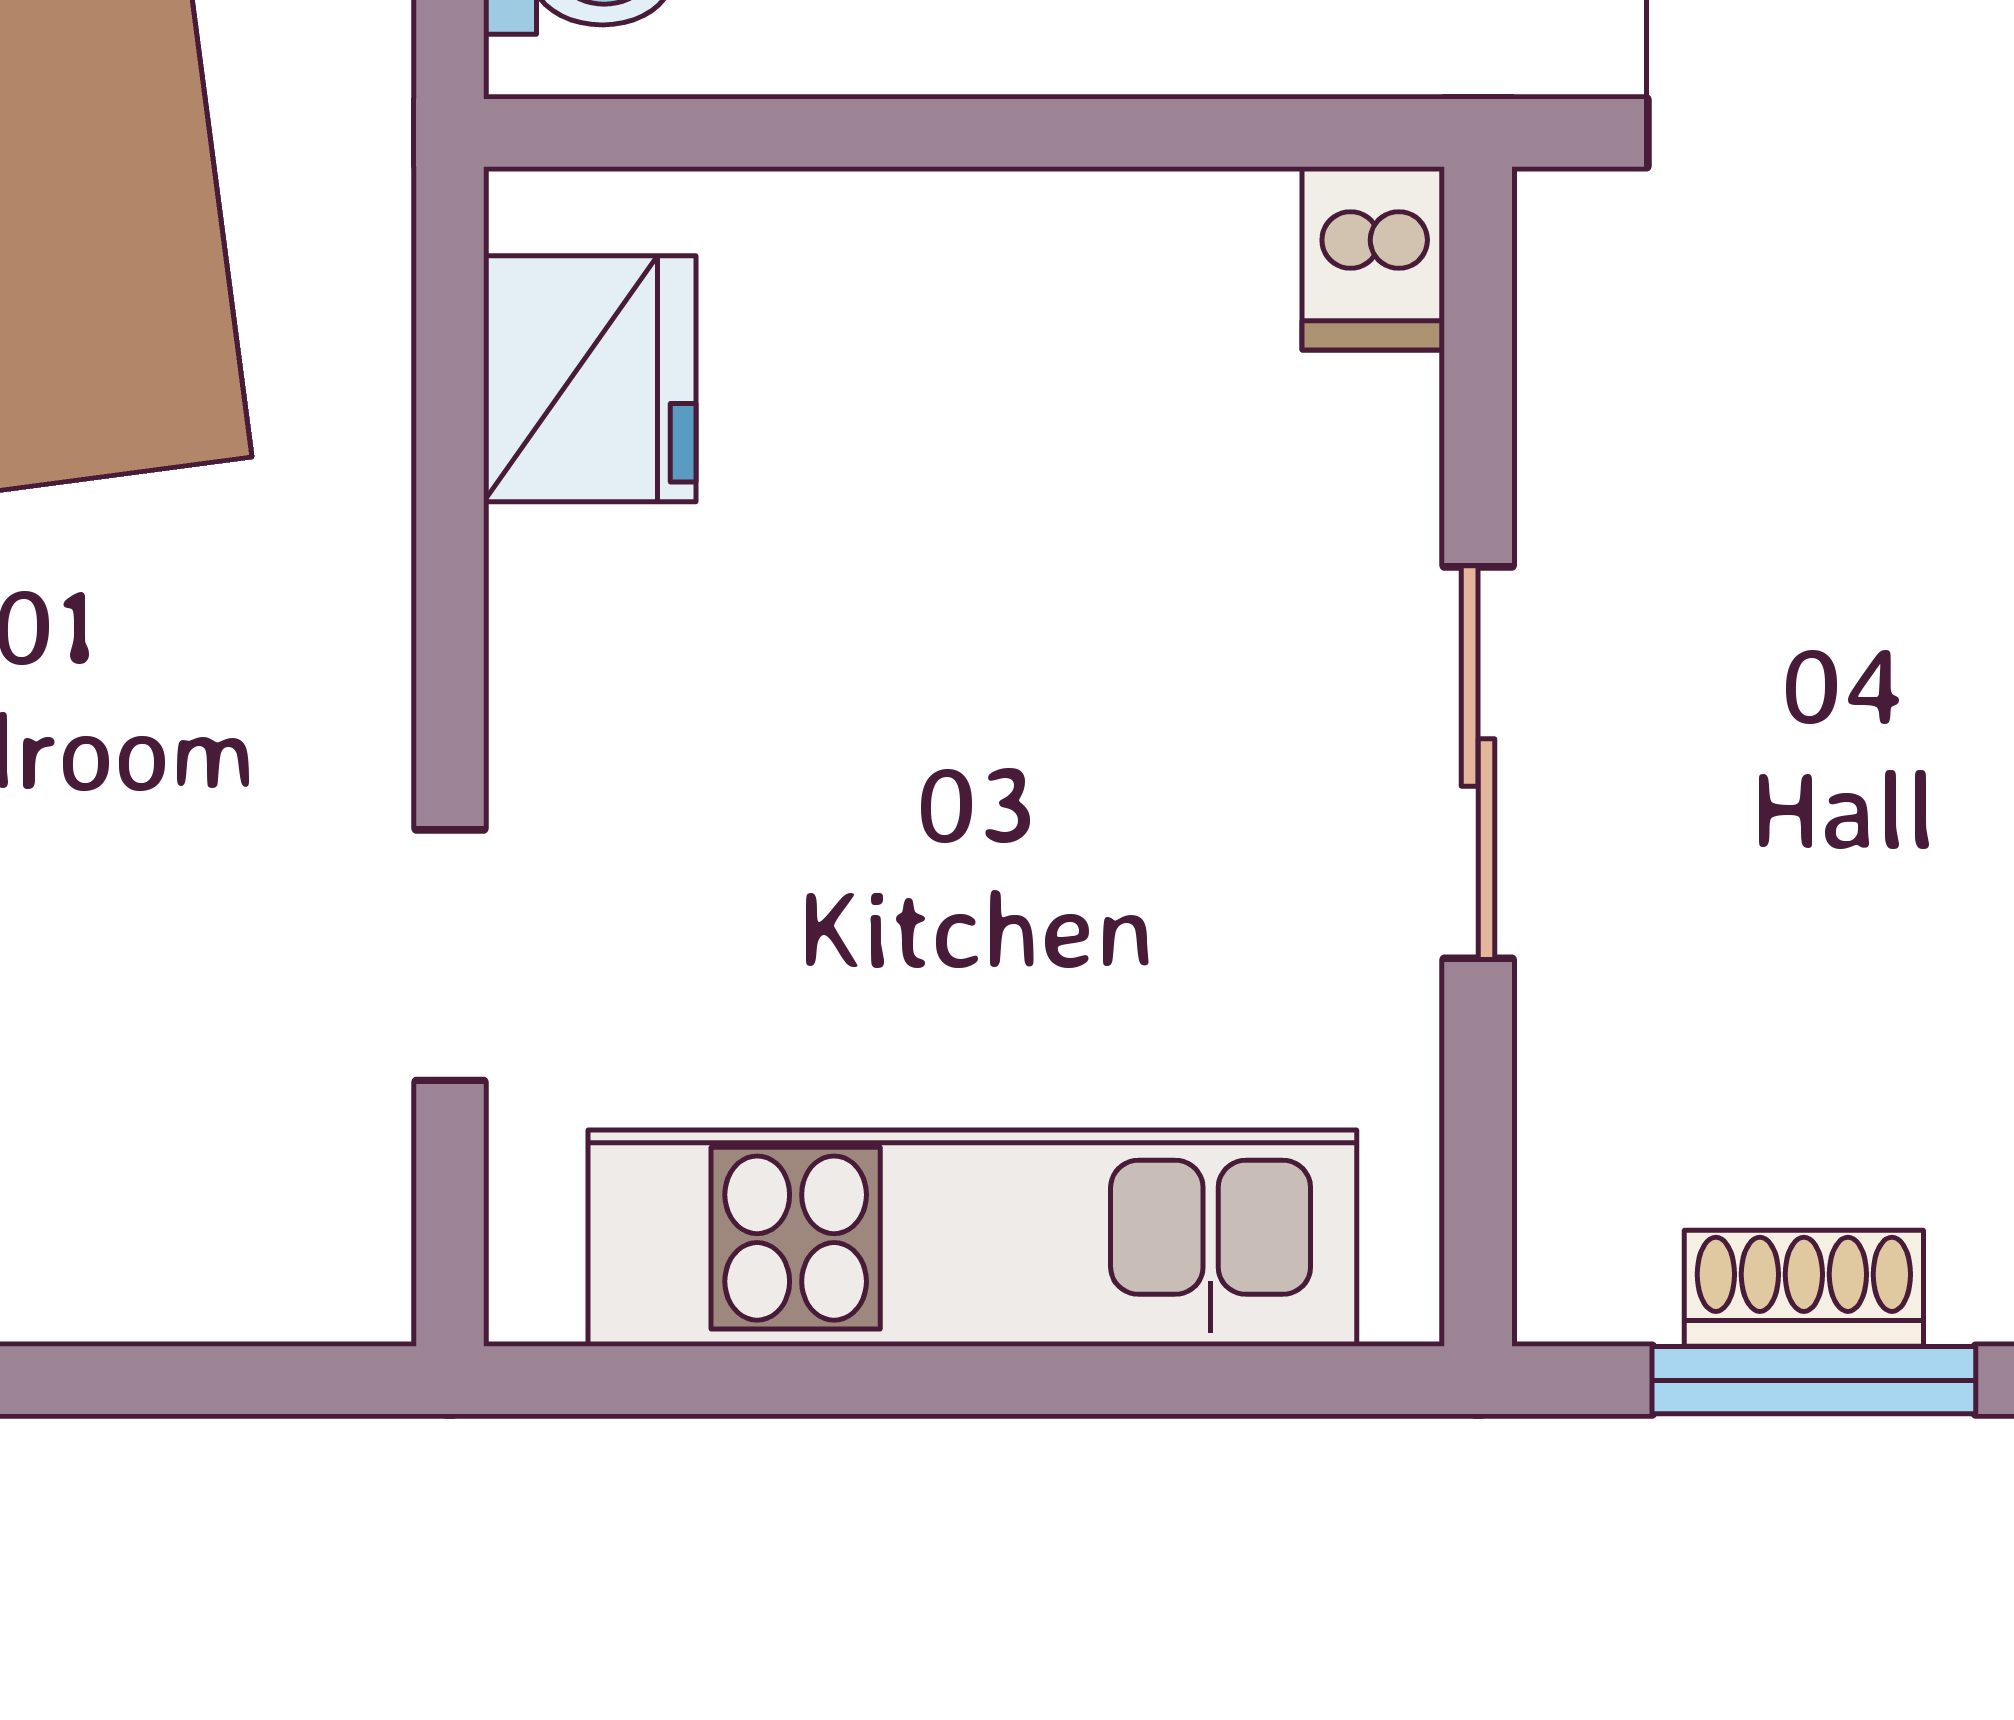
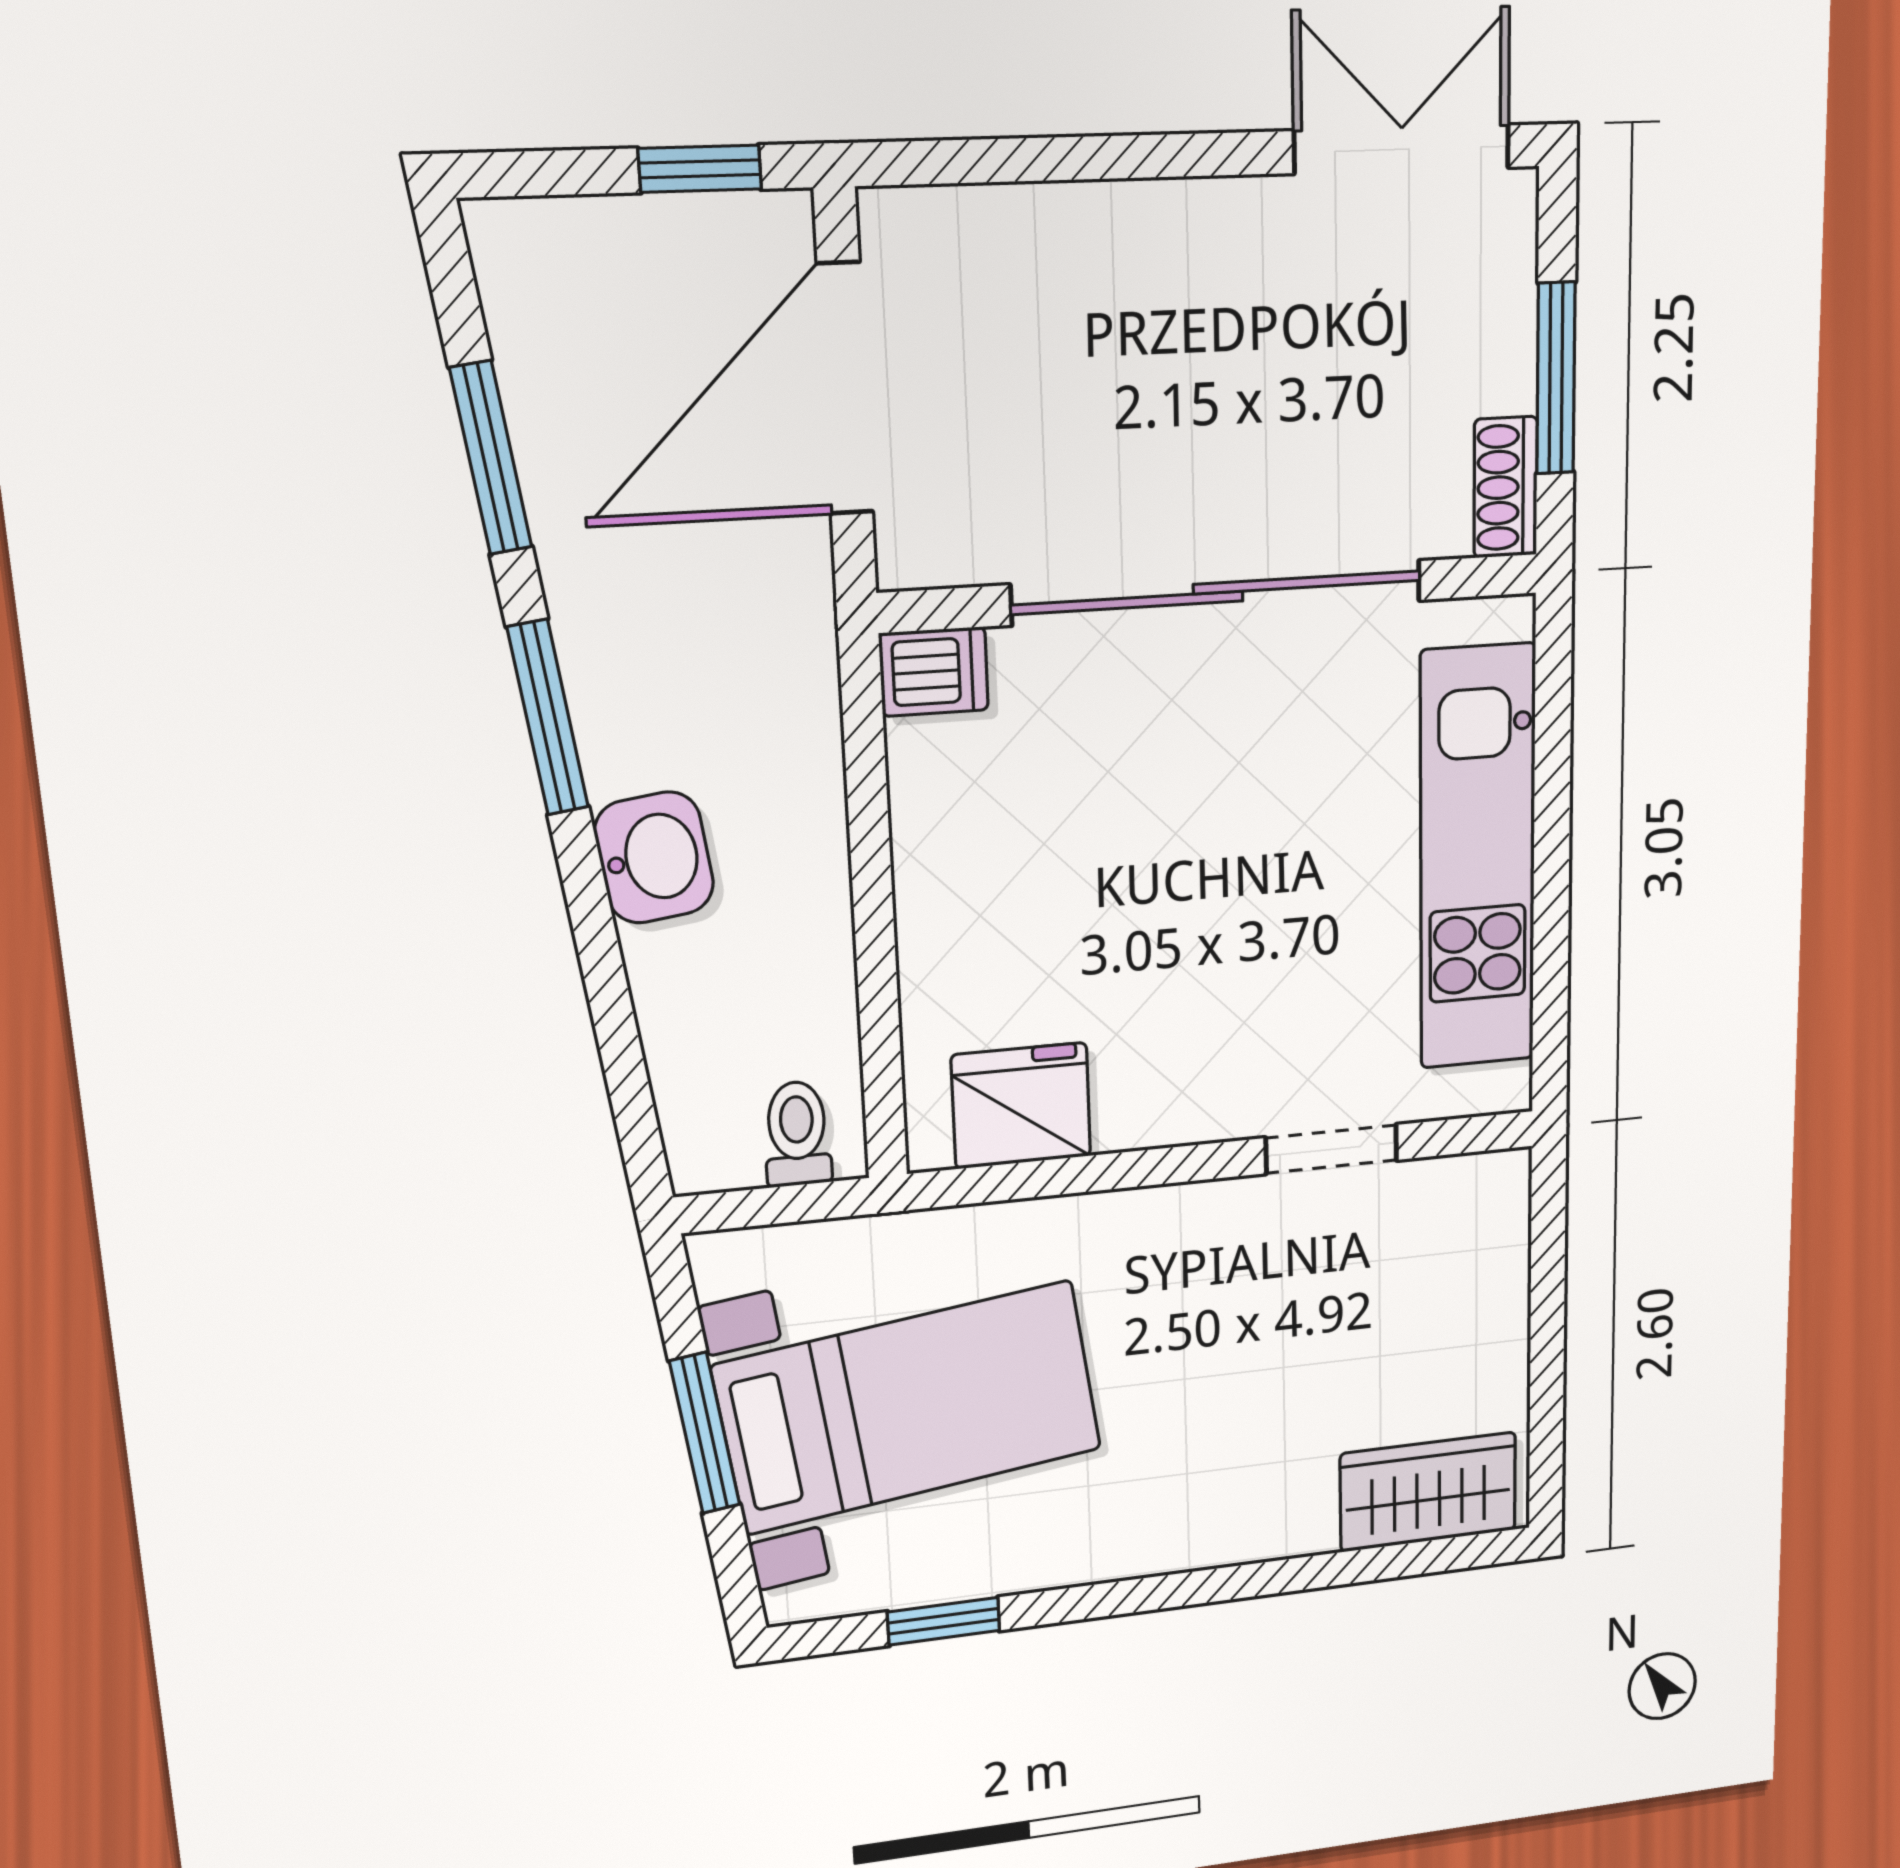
sliding door: (1478, 763) -> (1218, 593), width x1.86
shoe rack: (1804, 1288) -> (1506, 487), moved

